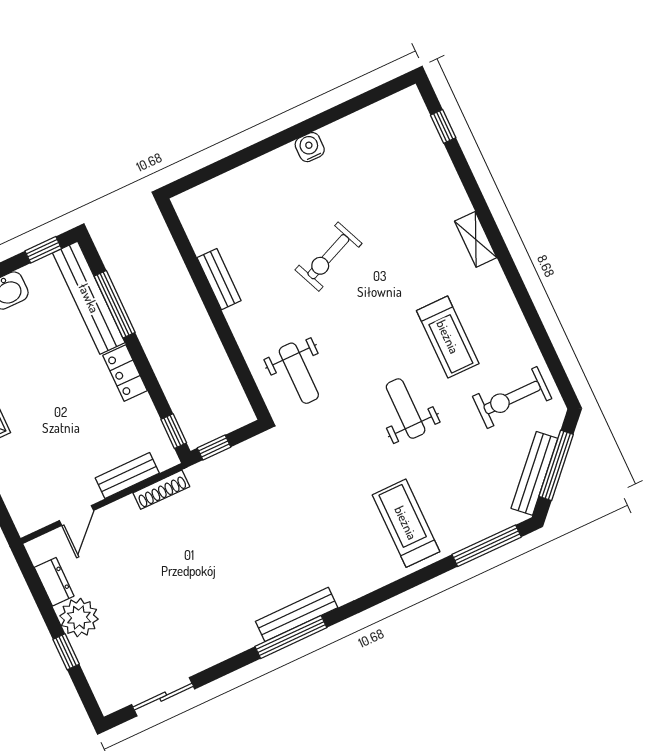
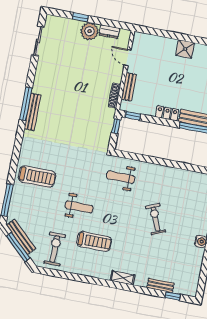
bench: (219, 279) -> (160, 285), moved
treadmill: (448, 337) -> (94, 241), turned 180

